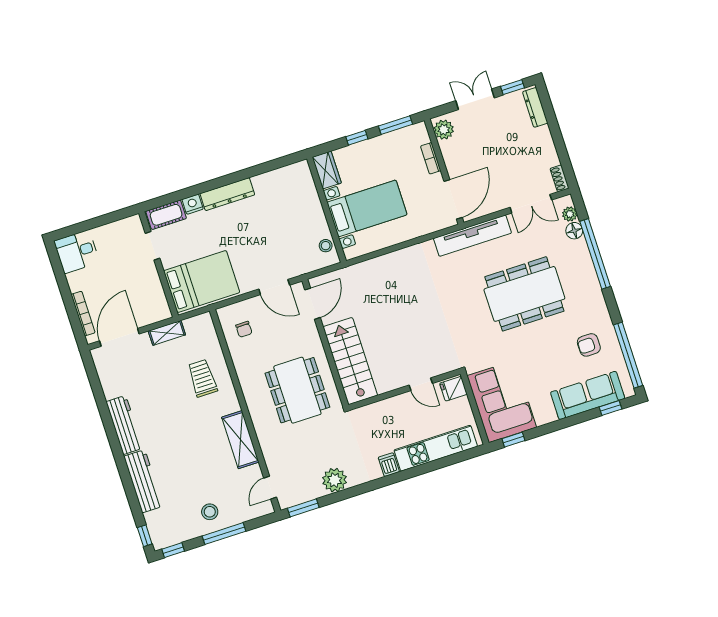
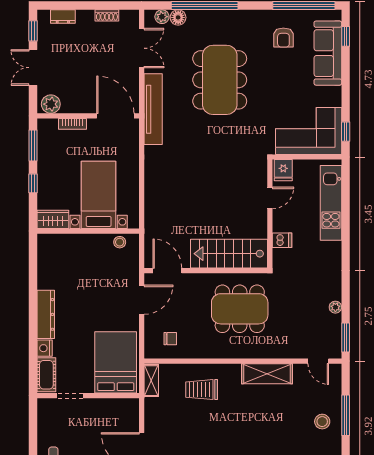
dresser: (535, 107) -> (63, 17), width x0.70
shoe rack: (560, 178) -> (107, 15), moved
shelving: (167, 333) -> (151, 381), moved
dishwasher: (389, 465) -> (282, 240), moved, turned 180
plant: (335, 480) -> (335, 307), width x0.53, depth x0.53

